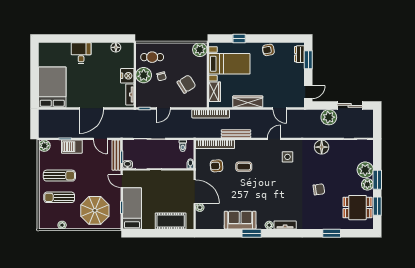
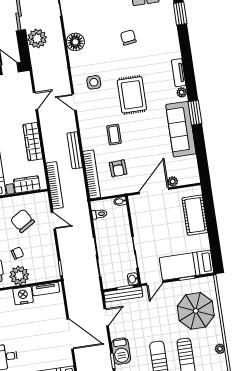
door: (163, 108) -> (53, 221), moved
rug: (273, 186) -> (132, 95), added
sofa: (240, 220) -> (181, 129), width x1.36

